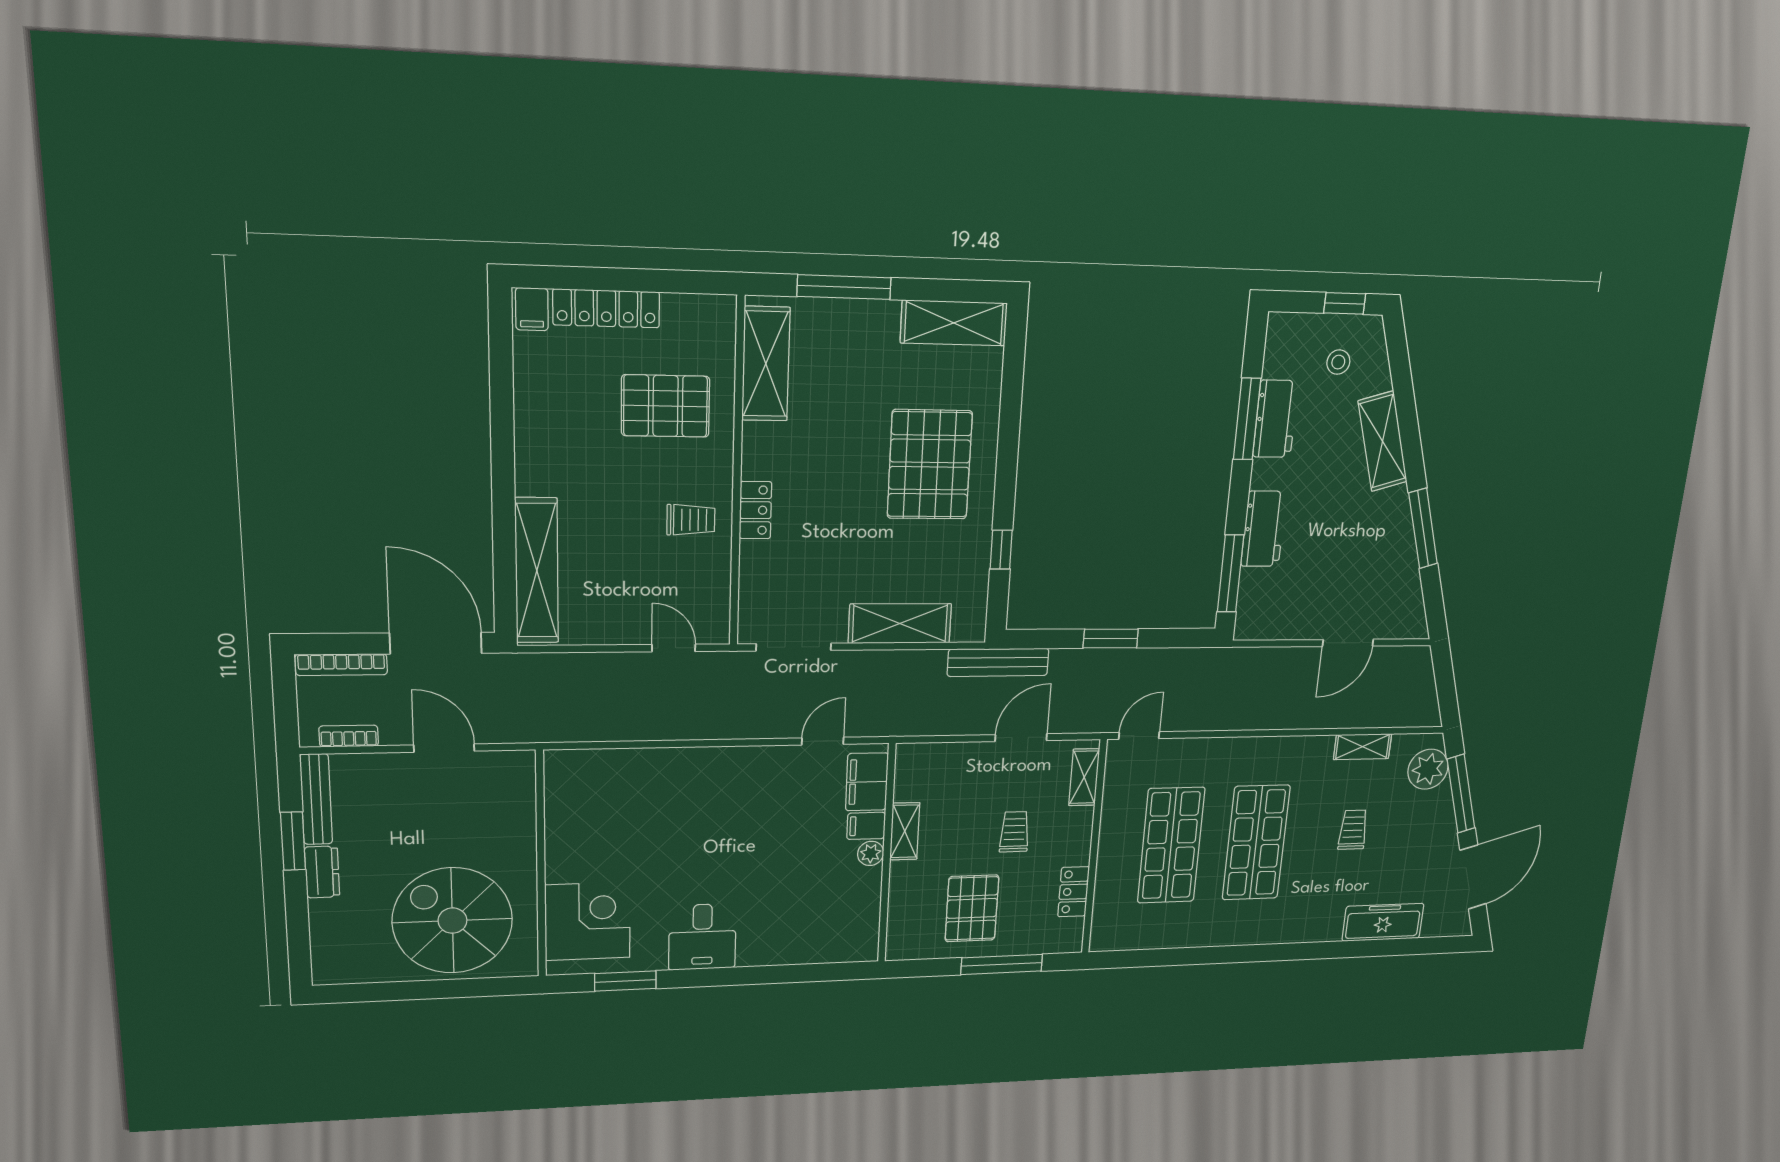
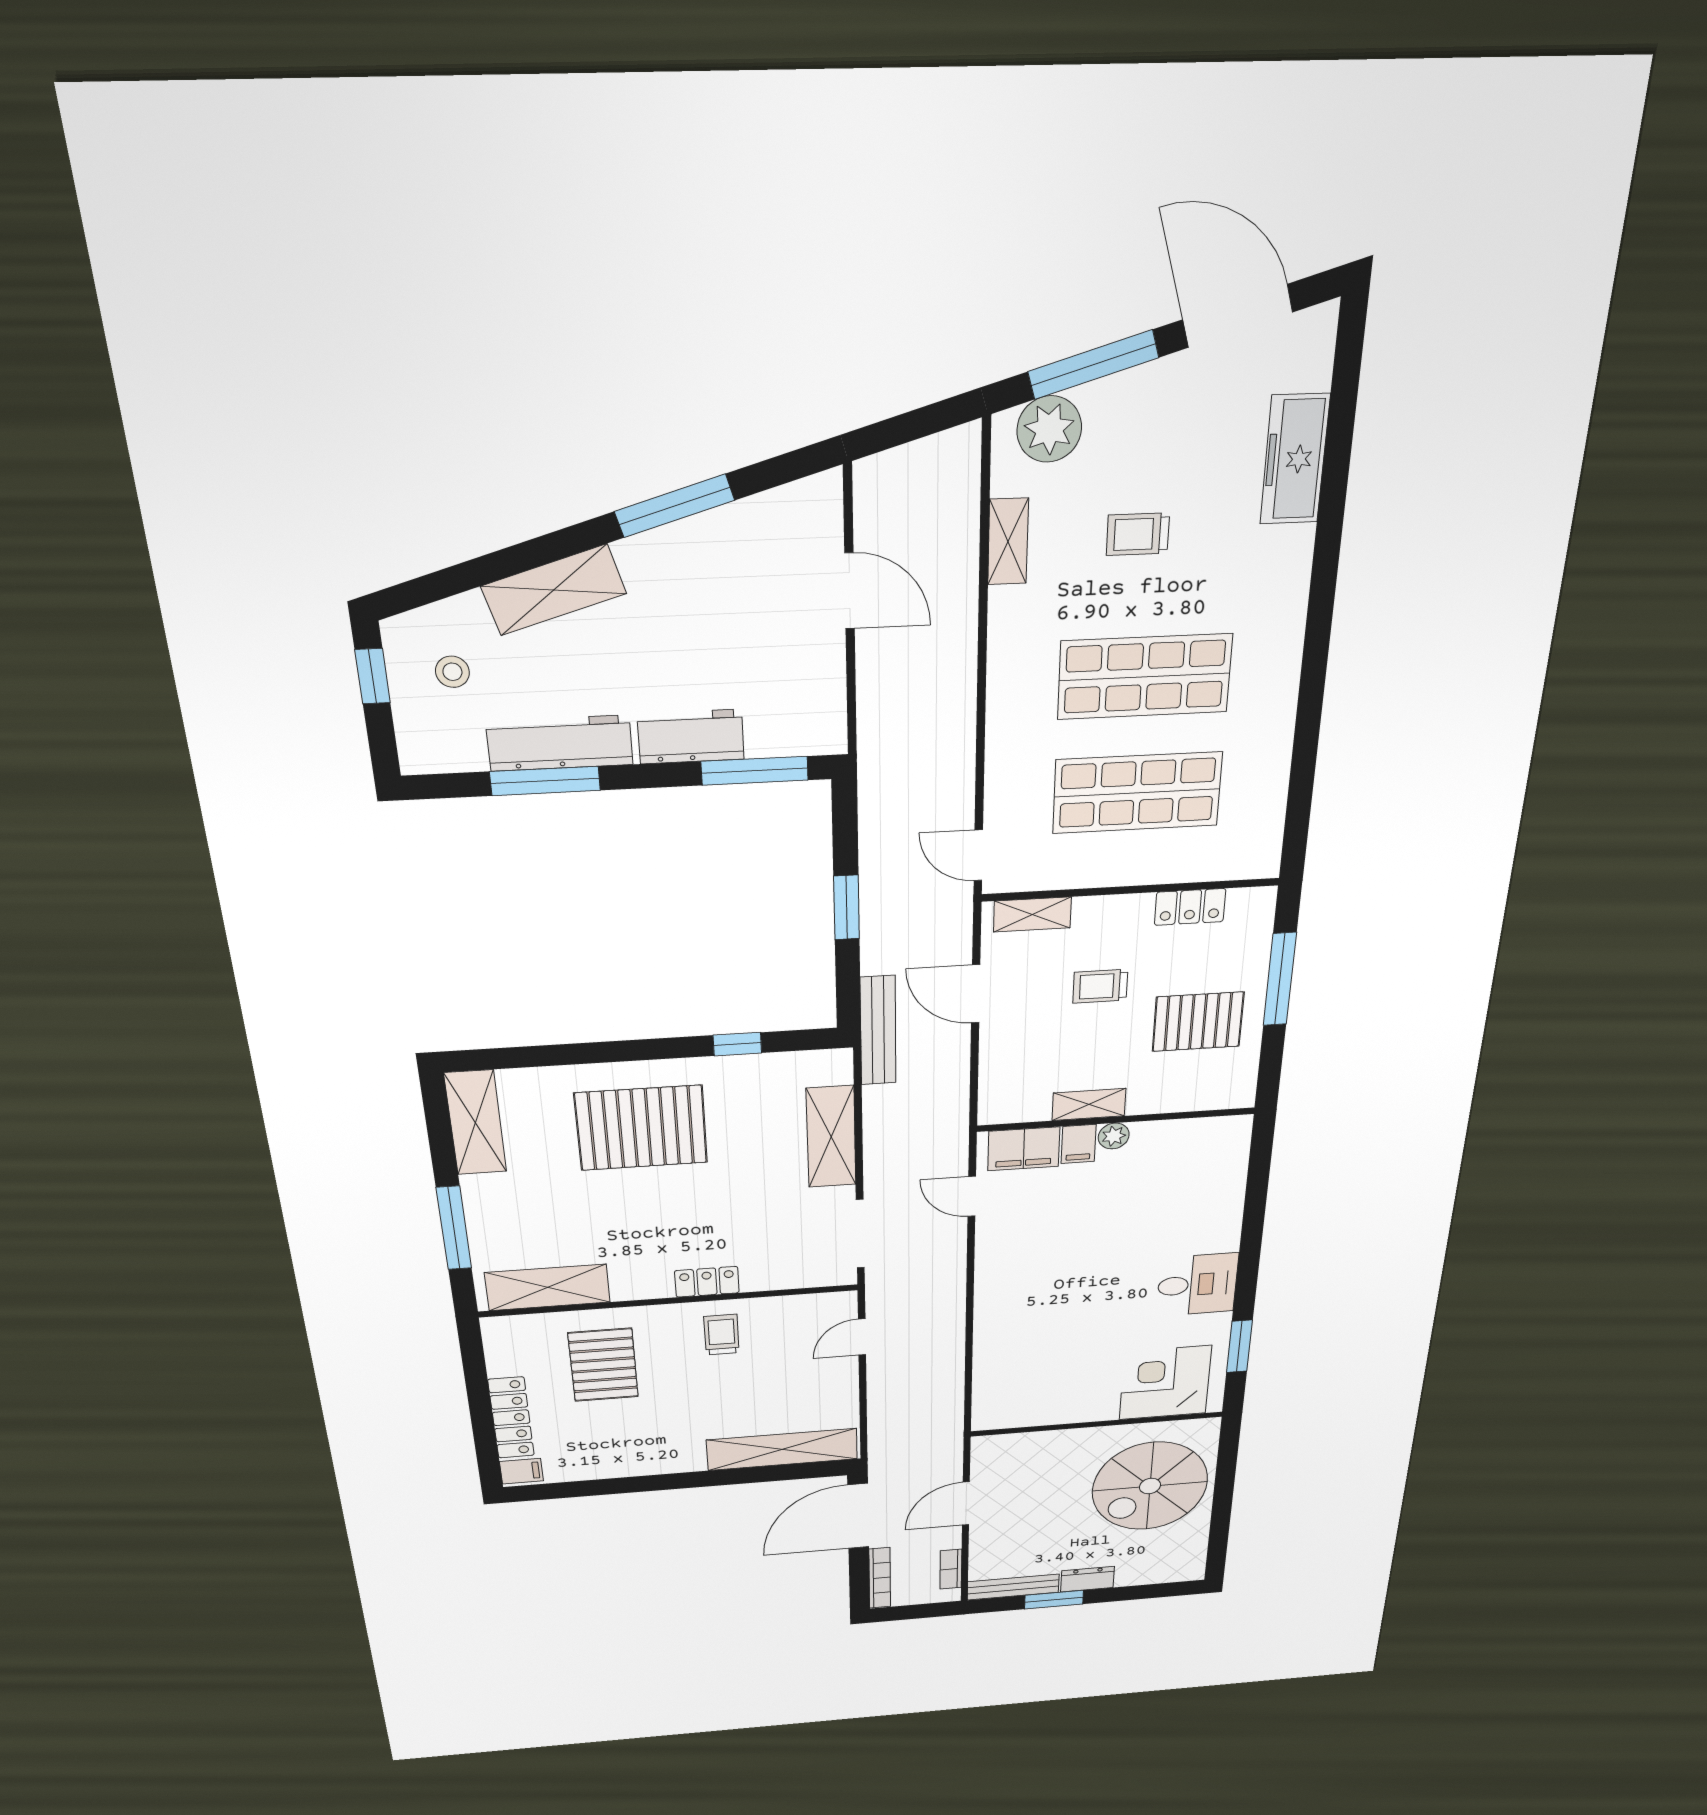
workbench: (1275, 419) -> (560, 743), width x1.37

